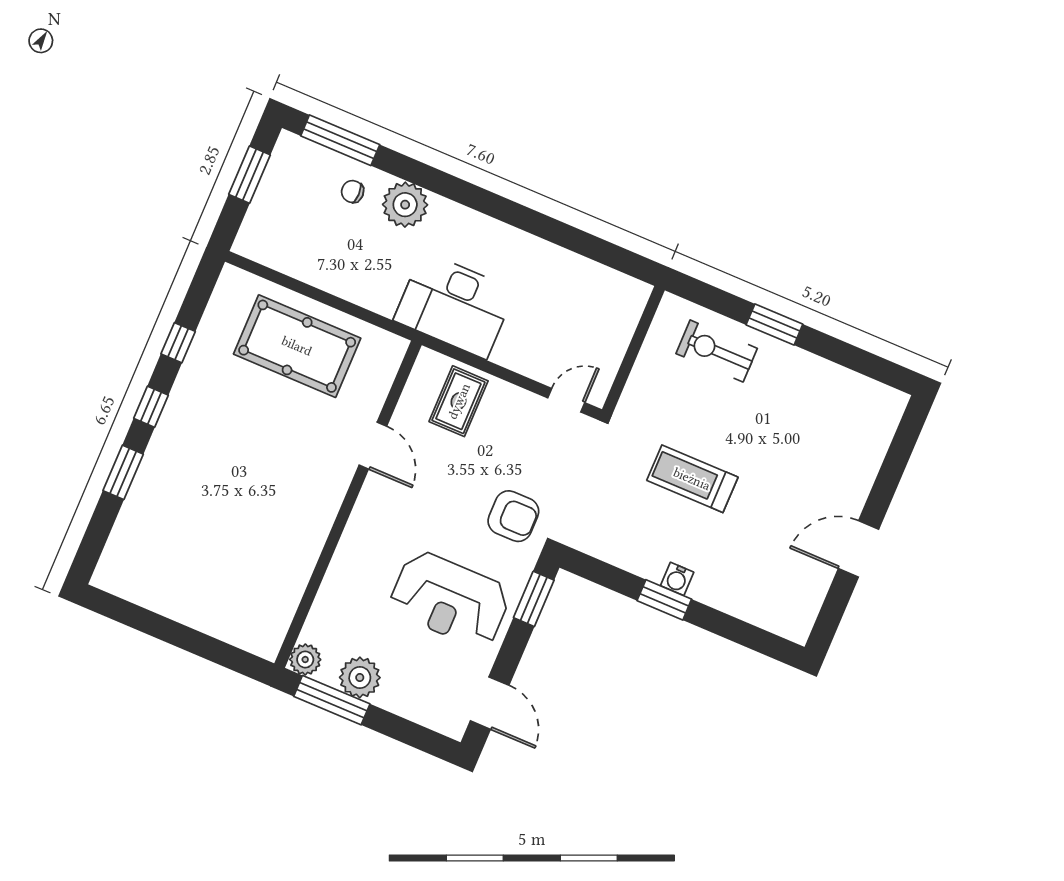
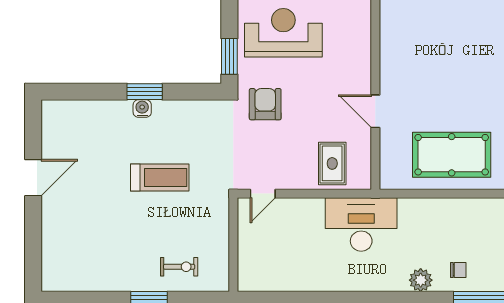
plant: (405, 205) -> (421, 280), width x0.73, depth x0.73
exercise bike: (717, 351) -> (179, 267), width x0.73, depth x0.72
armchair: (513, 516) -> (265, 104), turned 90

